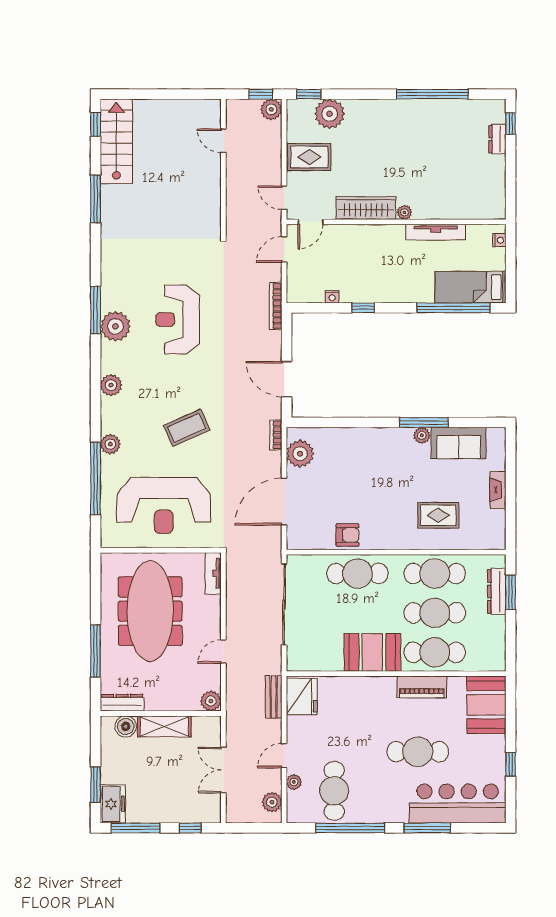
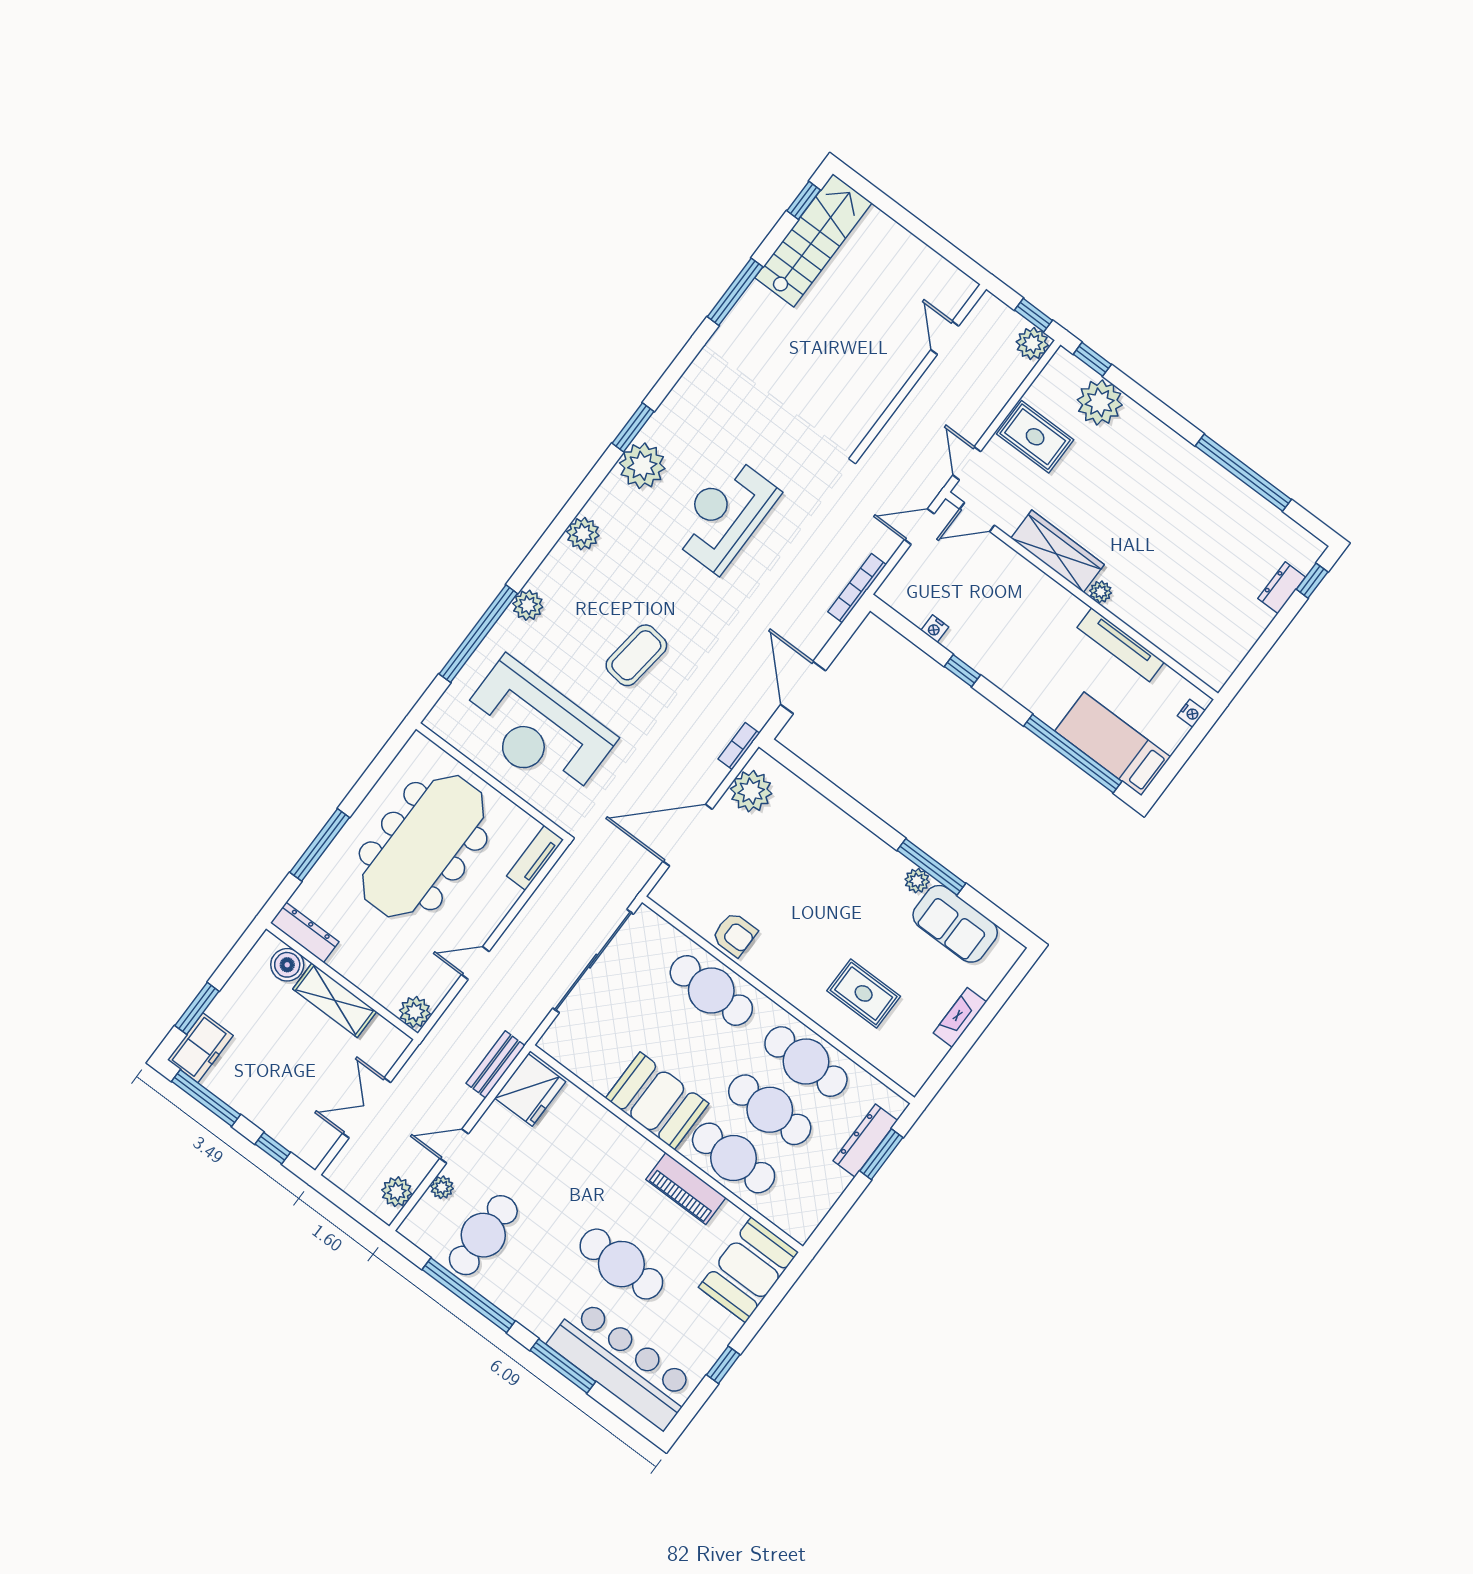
window: (96, 310) -> (633, 427), width x0.69
coffee table: (187, 428) -> (636, 655), turned -59

